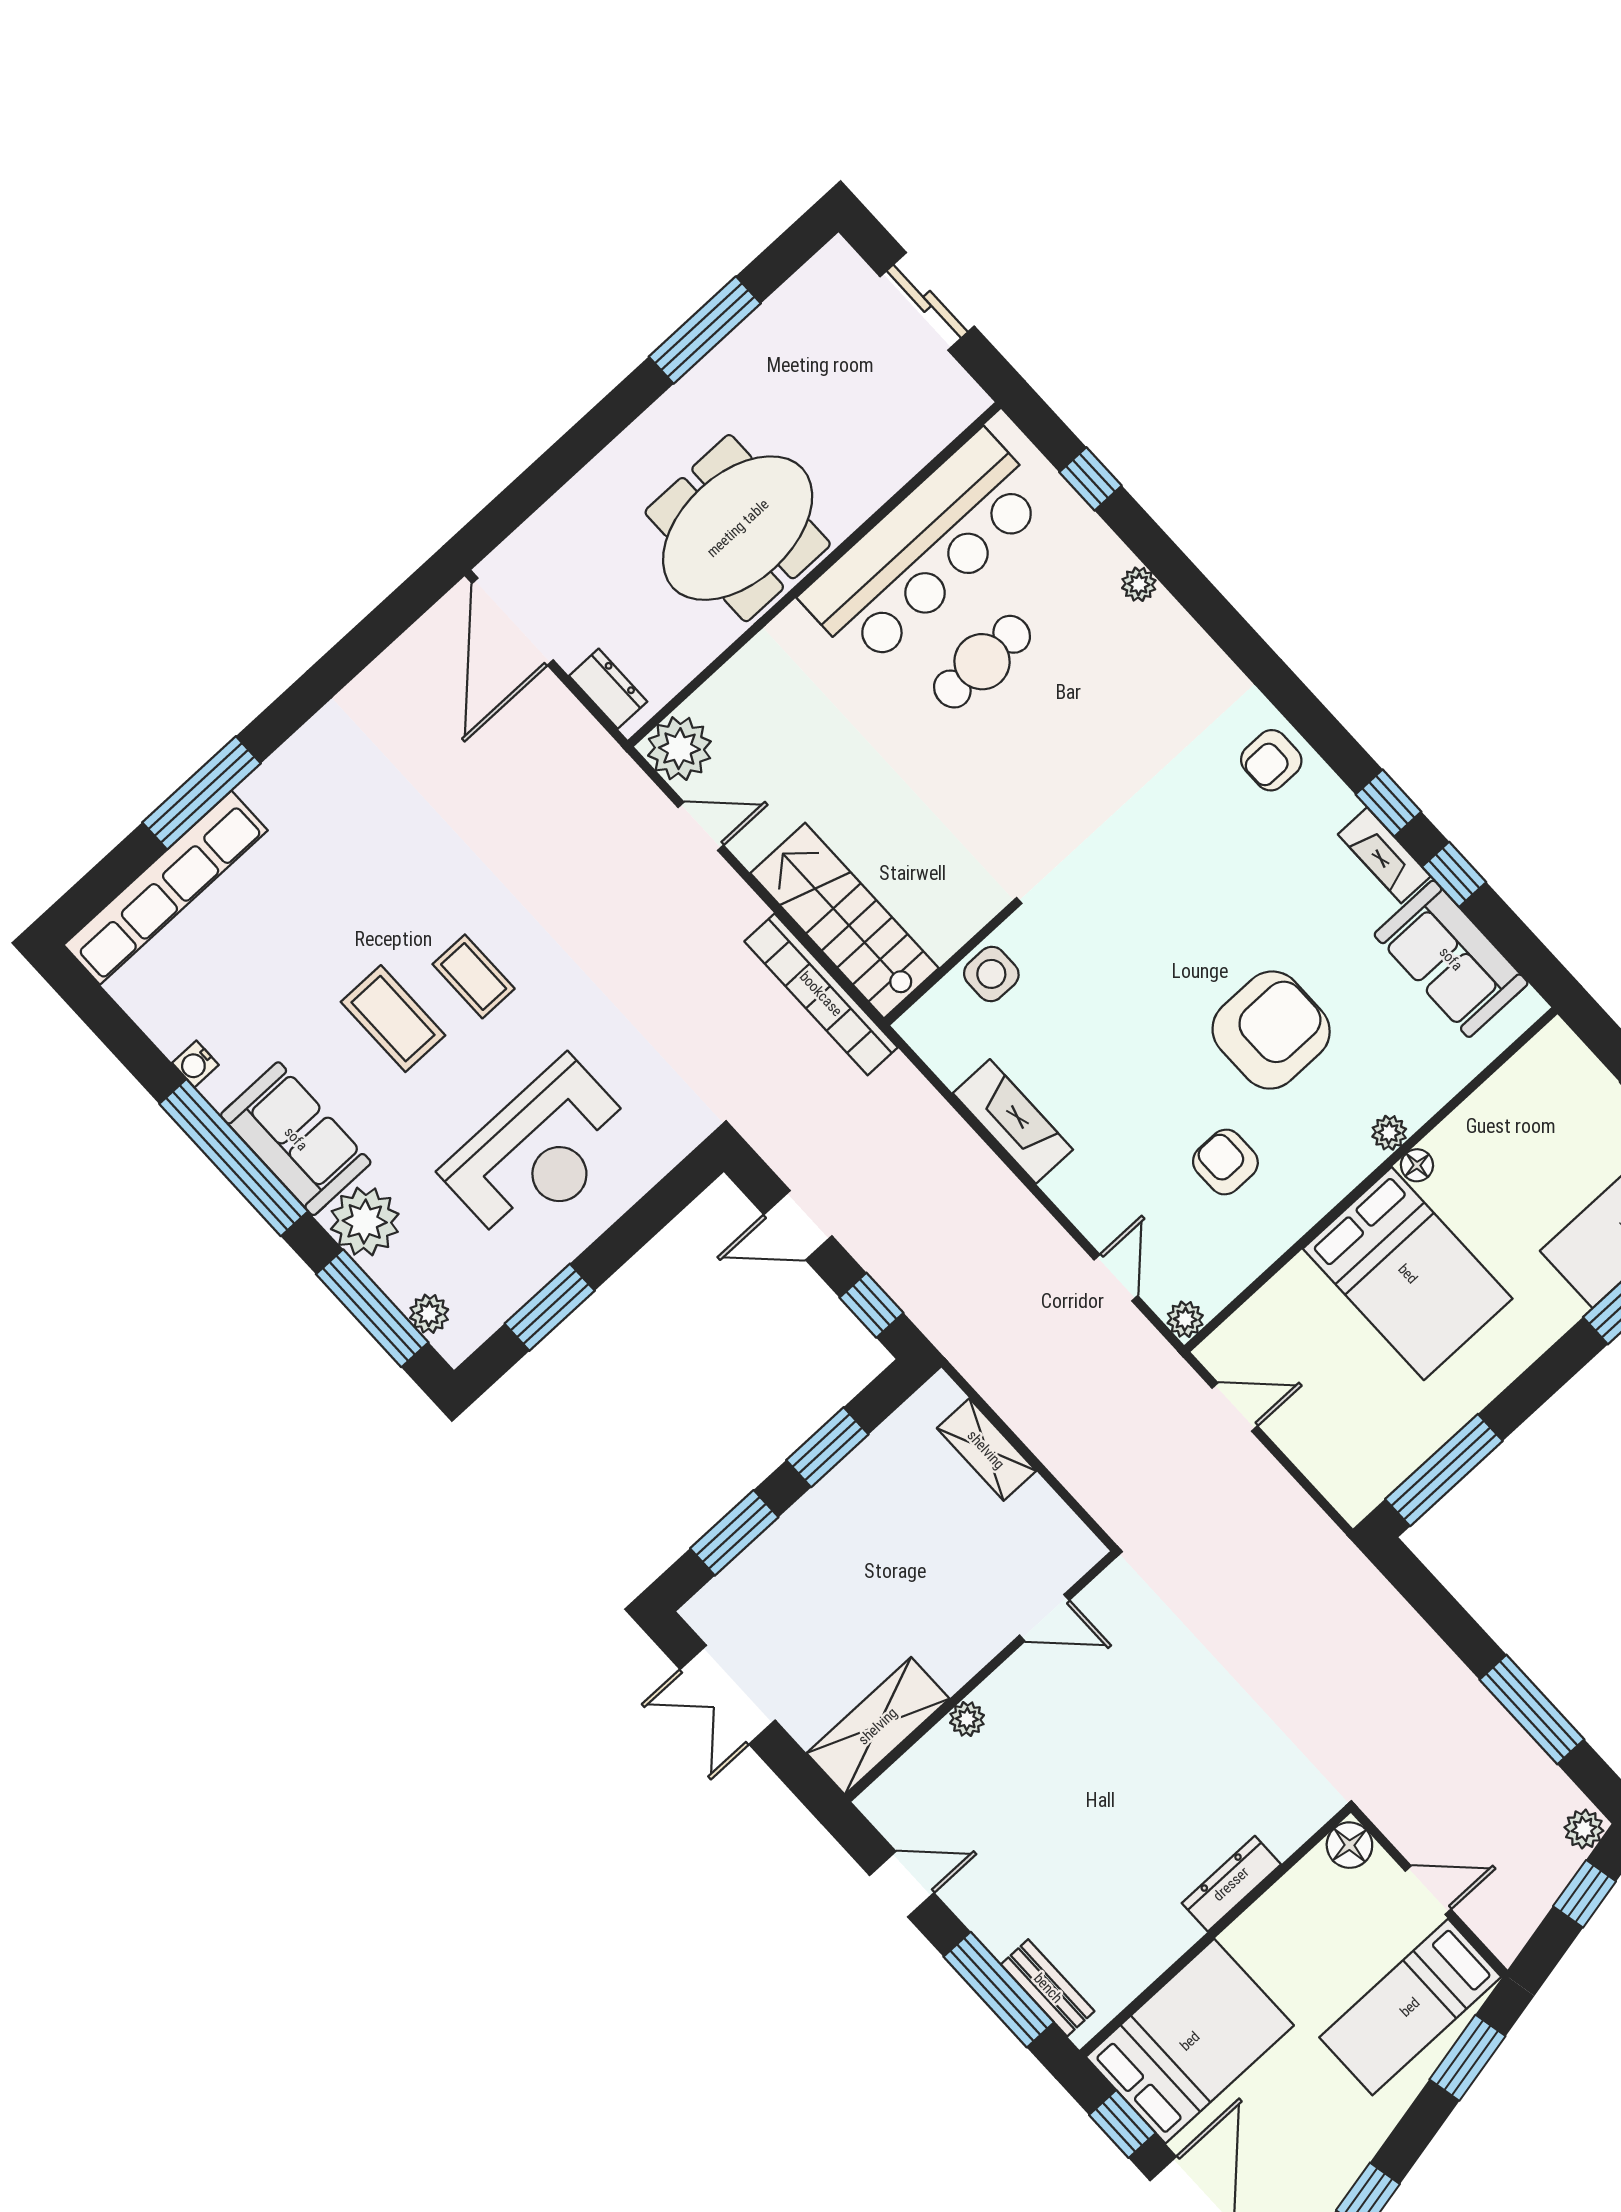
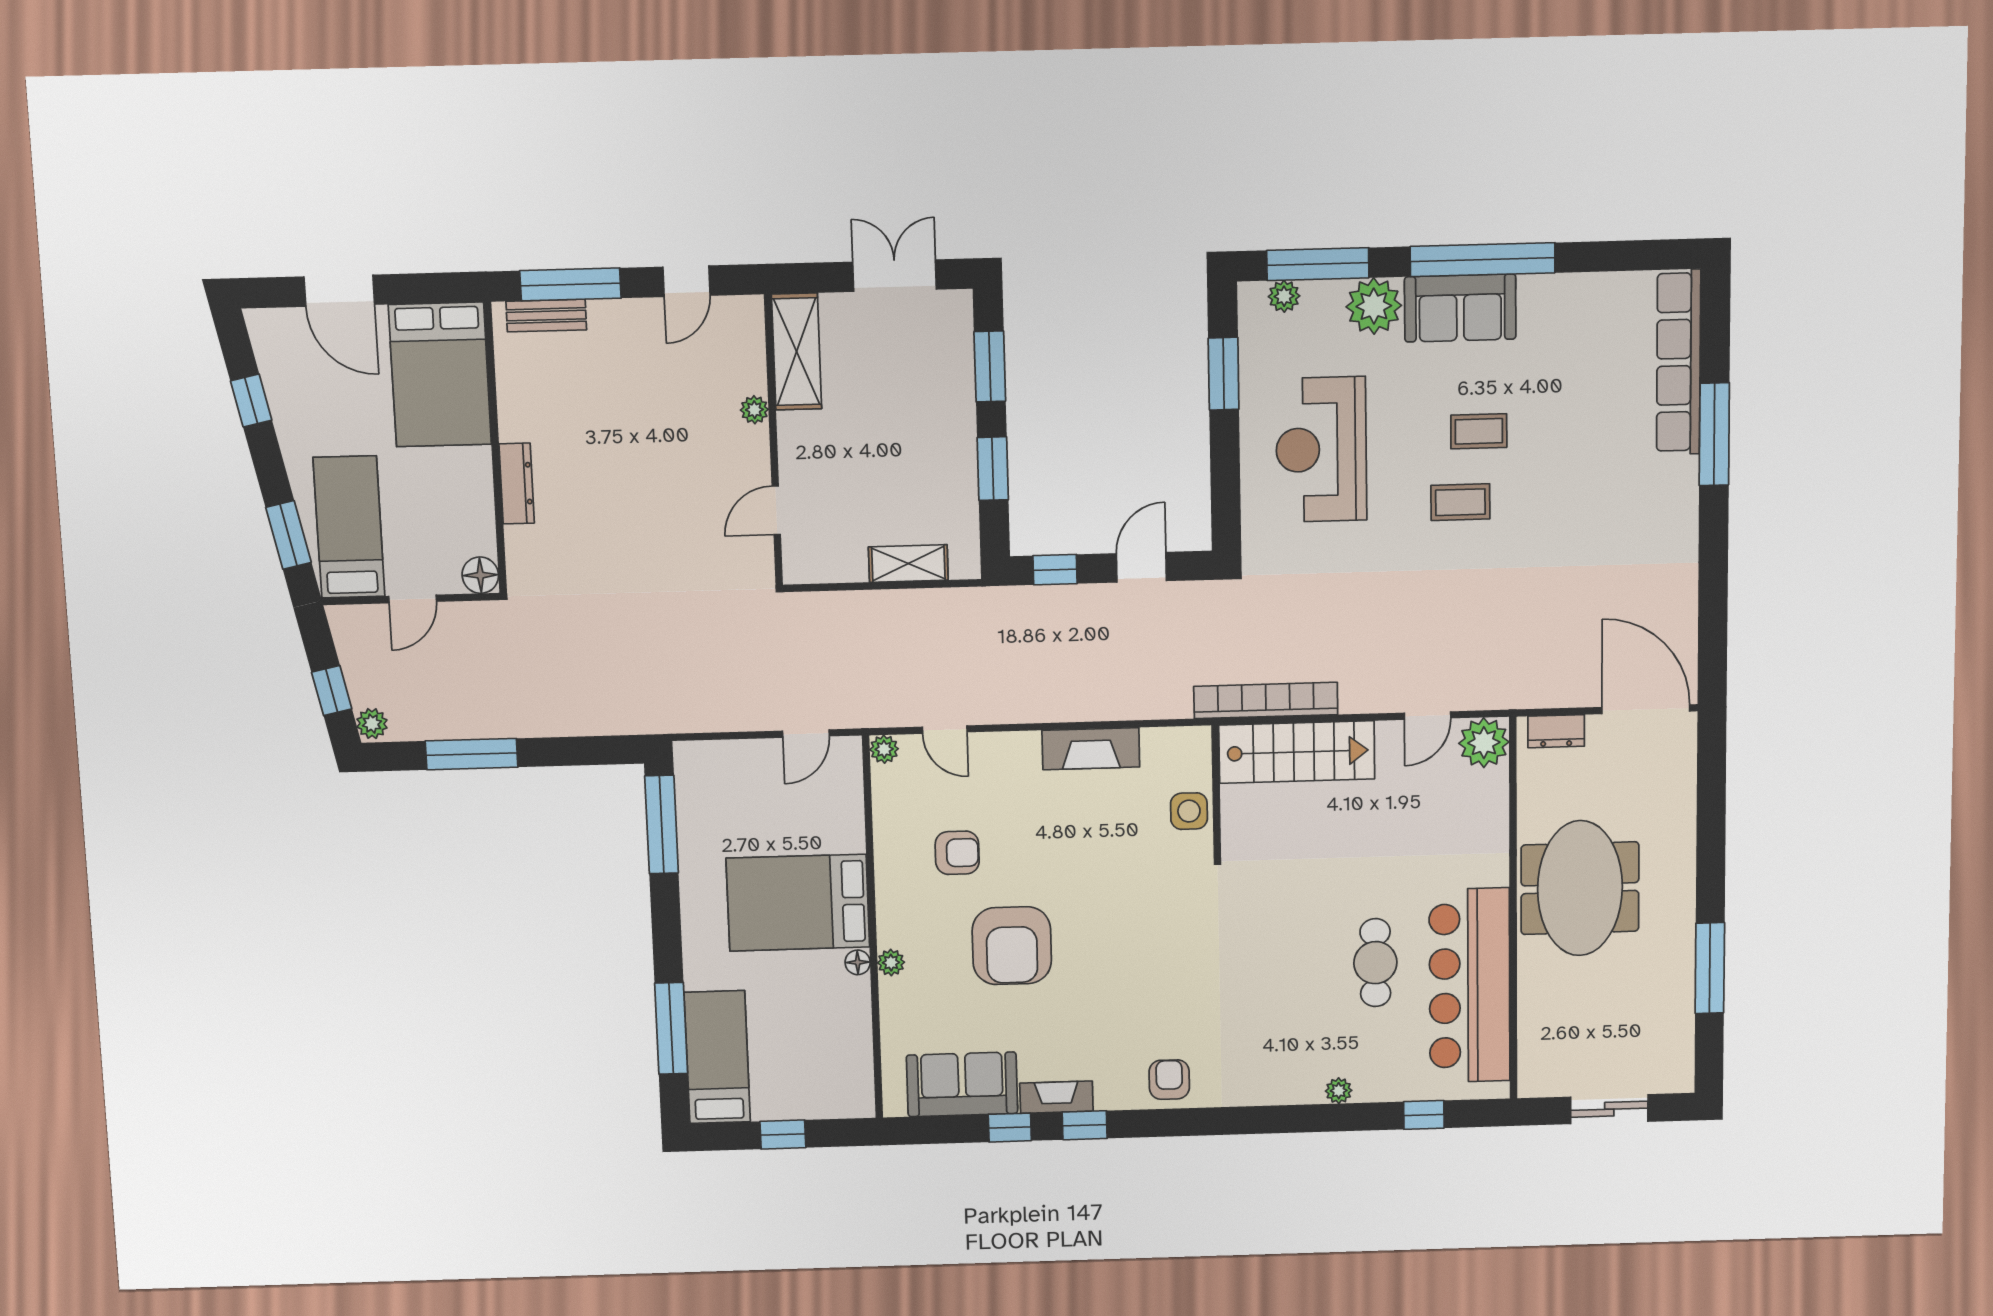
coffee table: (393, 1019) -> (1479, 431), width x0.73, depth x0.77
water cooler: (195, 1064) -> (1559, 286), removed
window: (1122, 2124) -> (422, 288), removed

